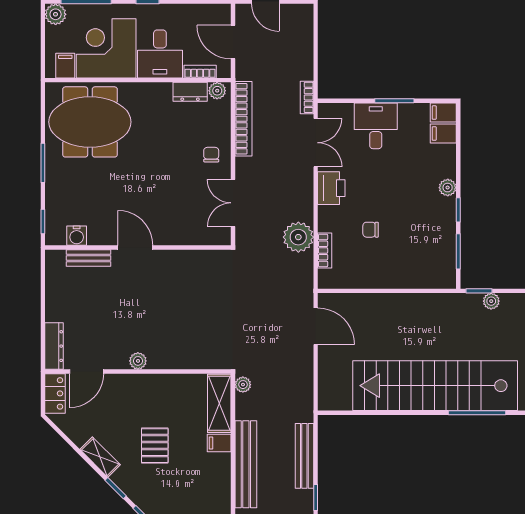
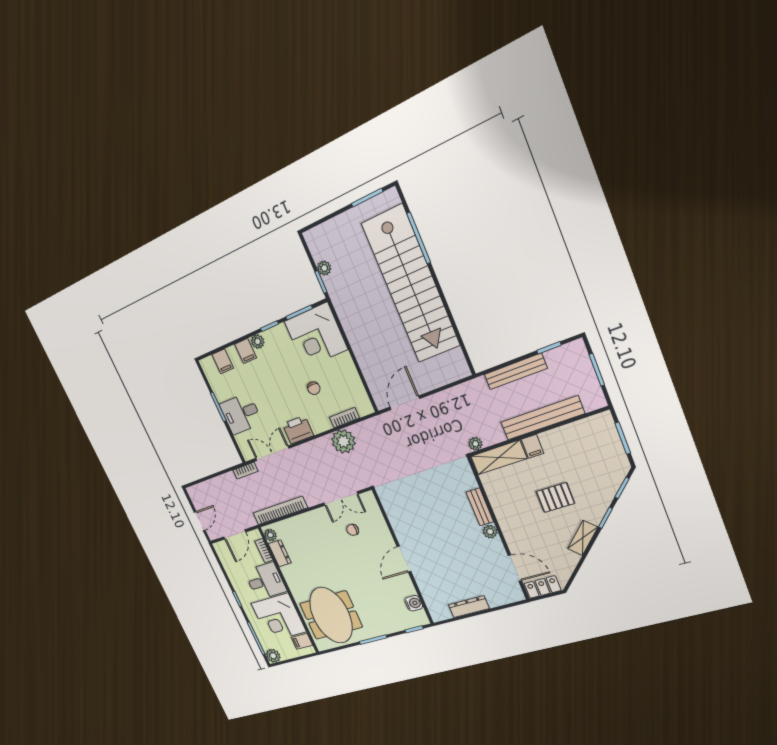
filing cabinet: (443, 113) -> (246, 351), moved
chair: (211, 155) -> (353, 530), moved
bench: (89, 258) -> (480, 507), moved
corner desk: (426, 259) -> (316, 335), added
dresser: (54, 346) -> (469, 607), moved

